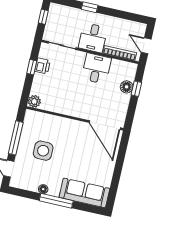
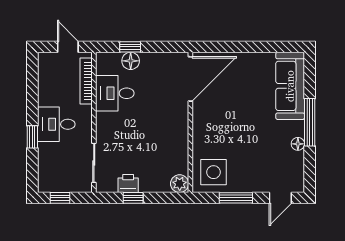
desk: (93, 38) -> (56, 124), moved, turned 180
door: (146, 46) -> (68, 47), swing flipped
desk: (96, 68) -> (115, 93), moved
window: (16, 138) -> (236, 198), width x0.69
side table: (43, 151) -> (214, 172), moved

